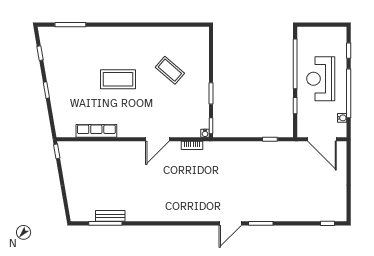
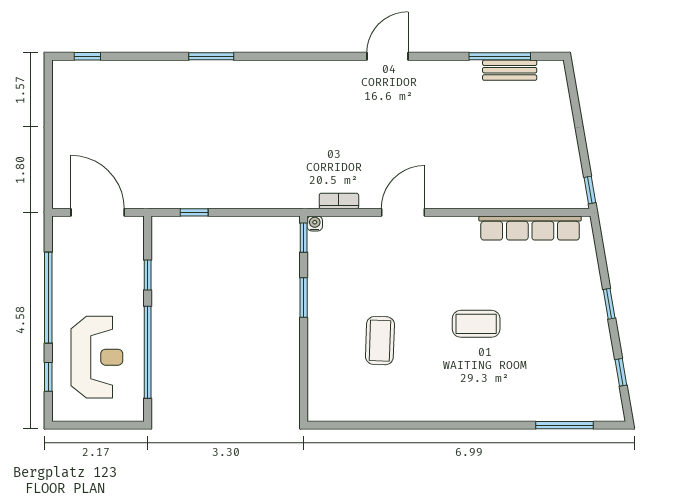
coffee table: (170, 70) -> (380, 341), turned 51
coffee table: (118, 79) -> (476, 324), width x0.73, depth x0.76
reception desk: (321, 79) -> (97, 357), moved
water cooler: (342, 118) -> (60, 252), removed
row of seats: (96, 131) -> (530, 228), width x1.36
bench: (110, 216) -> (510, 70), moved
door: (230, 223) -> (387, 56), moved

